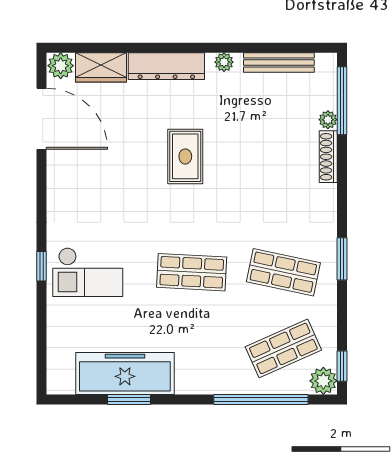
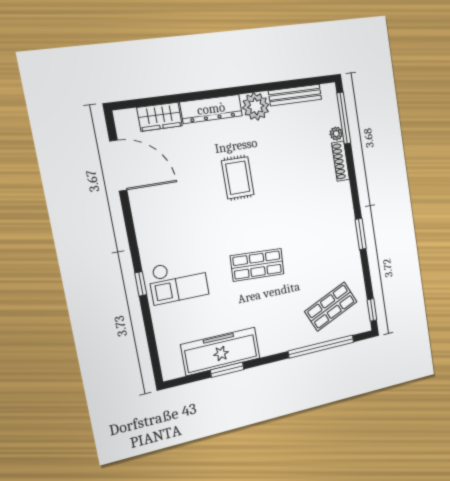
plant: (224, 62) -> (256, 106), width x1.87, depth x1.87
plant: (61, 66) -> (126, 120), removed
shop shelf: (283, 272) -> (322, 252), removed
plant: (323, 381) -> (361, 323), removed

